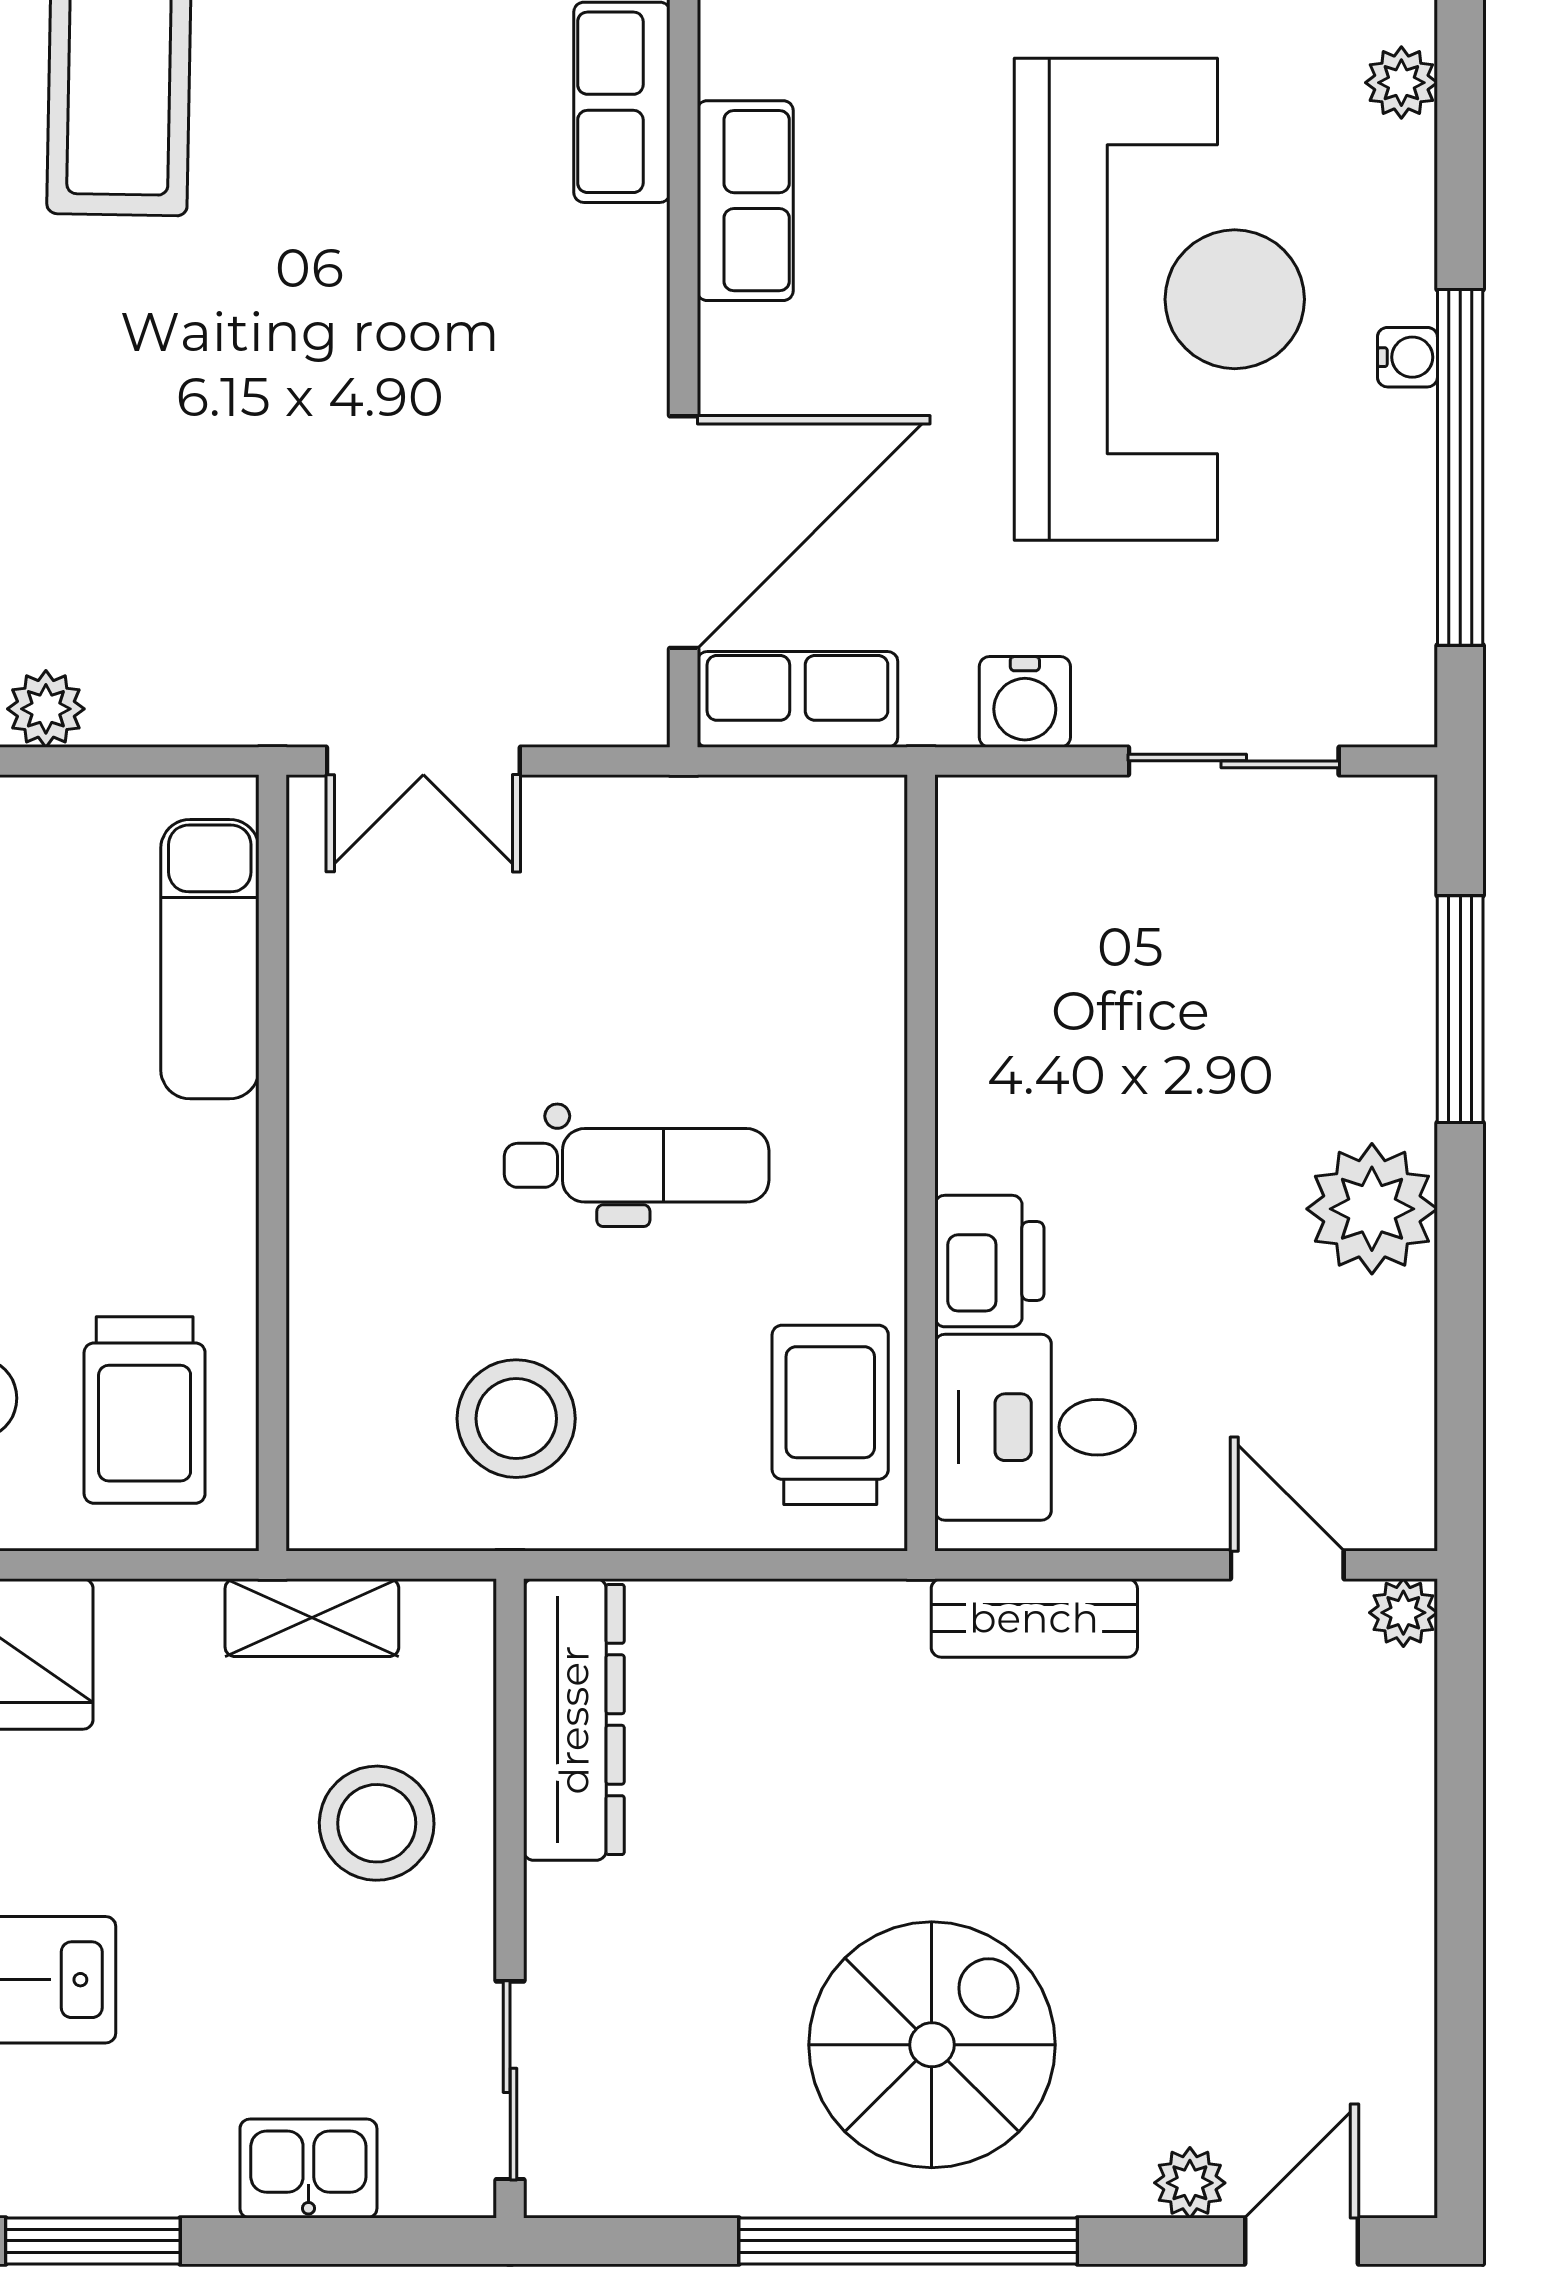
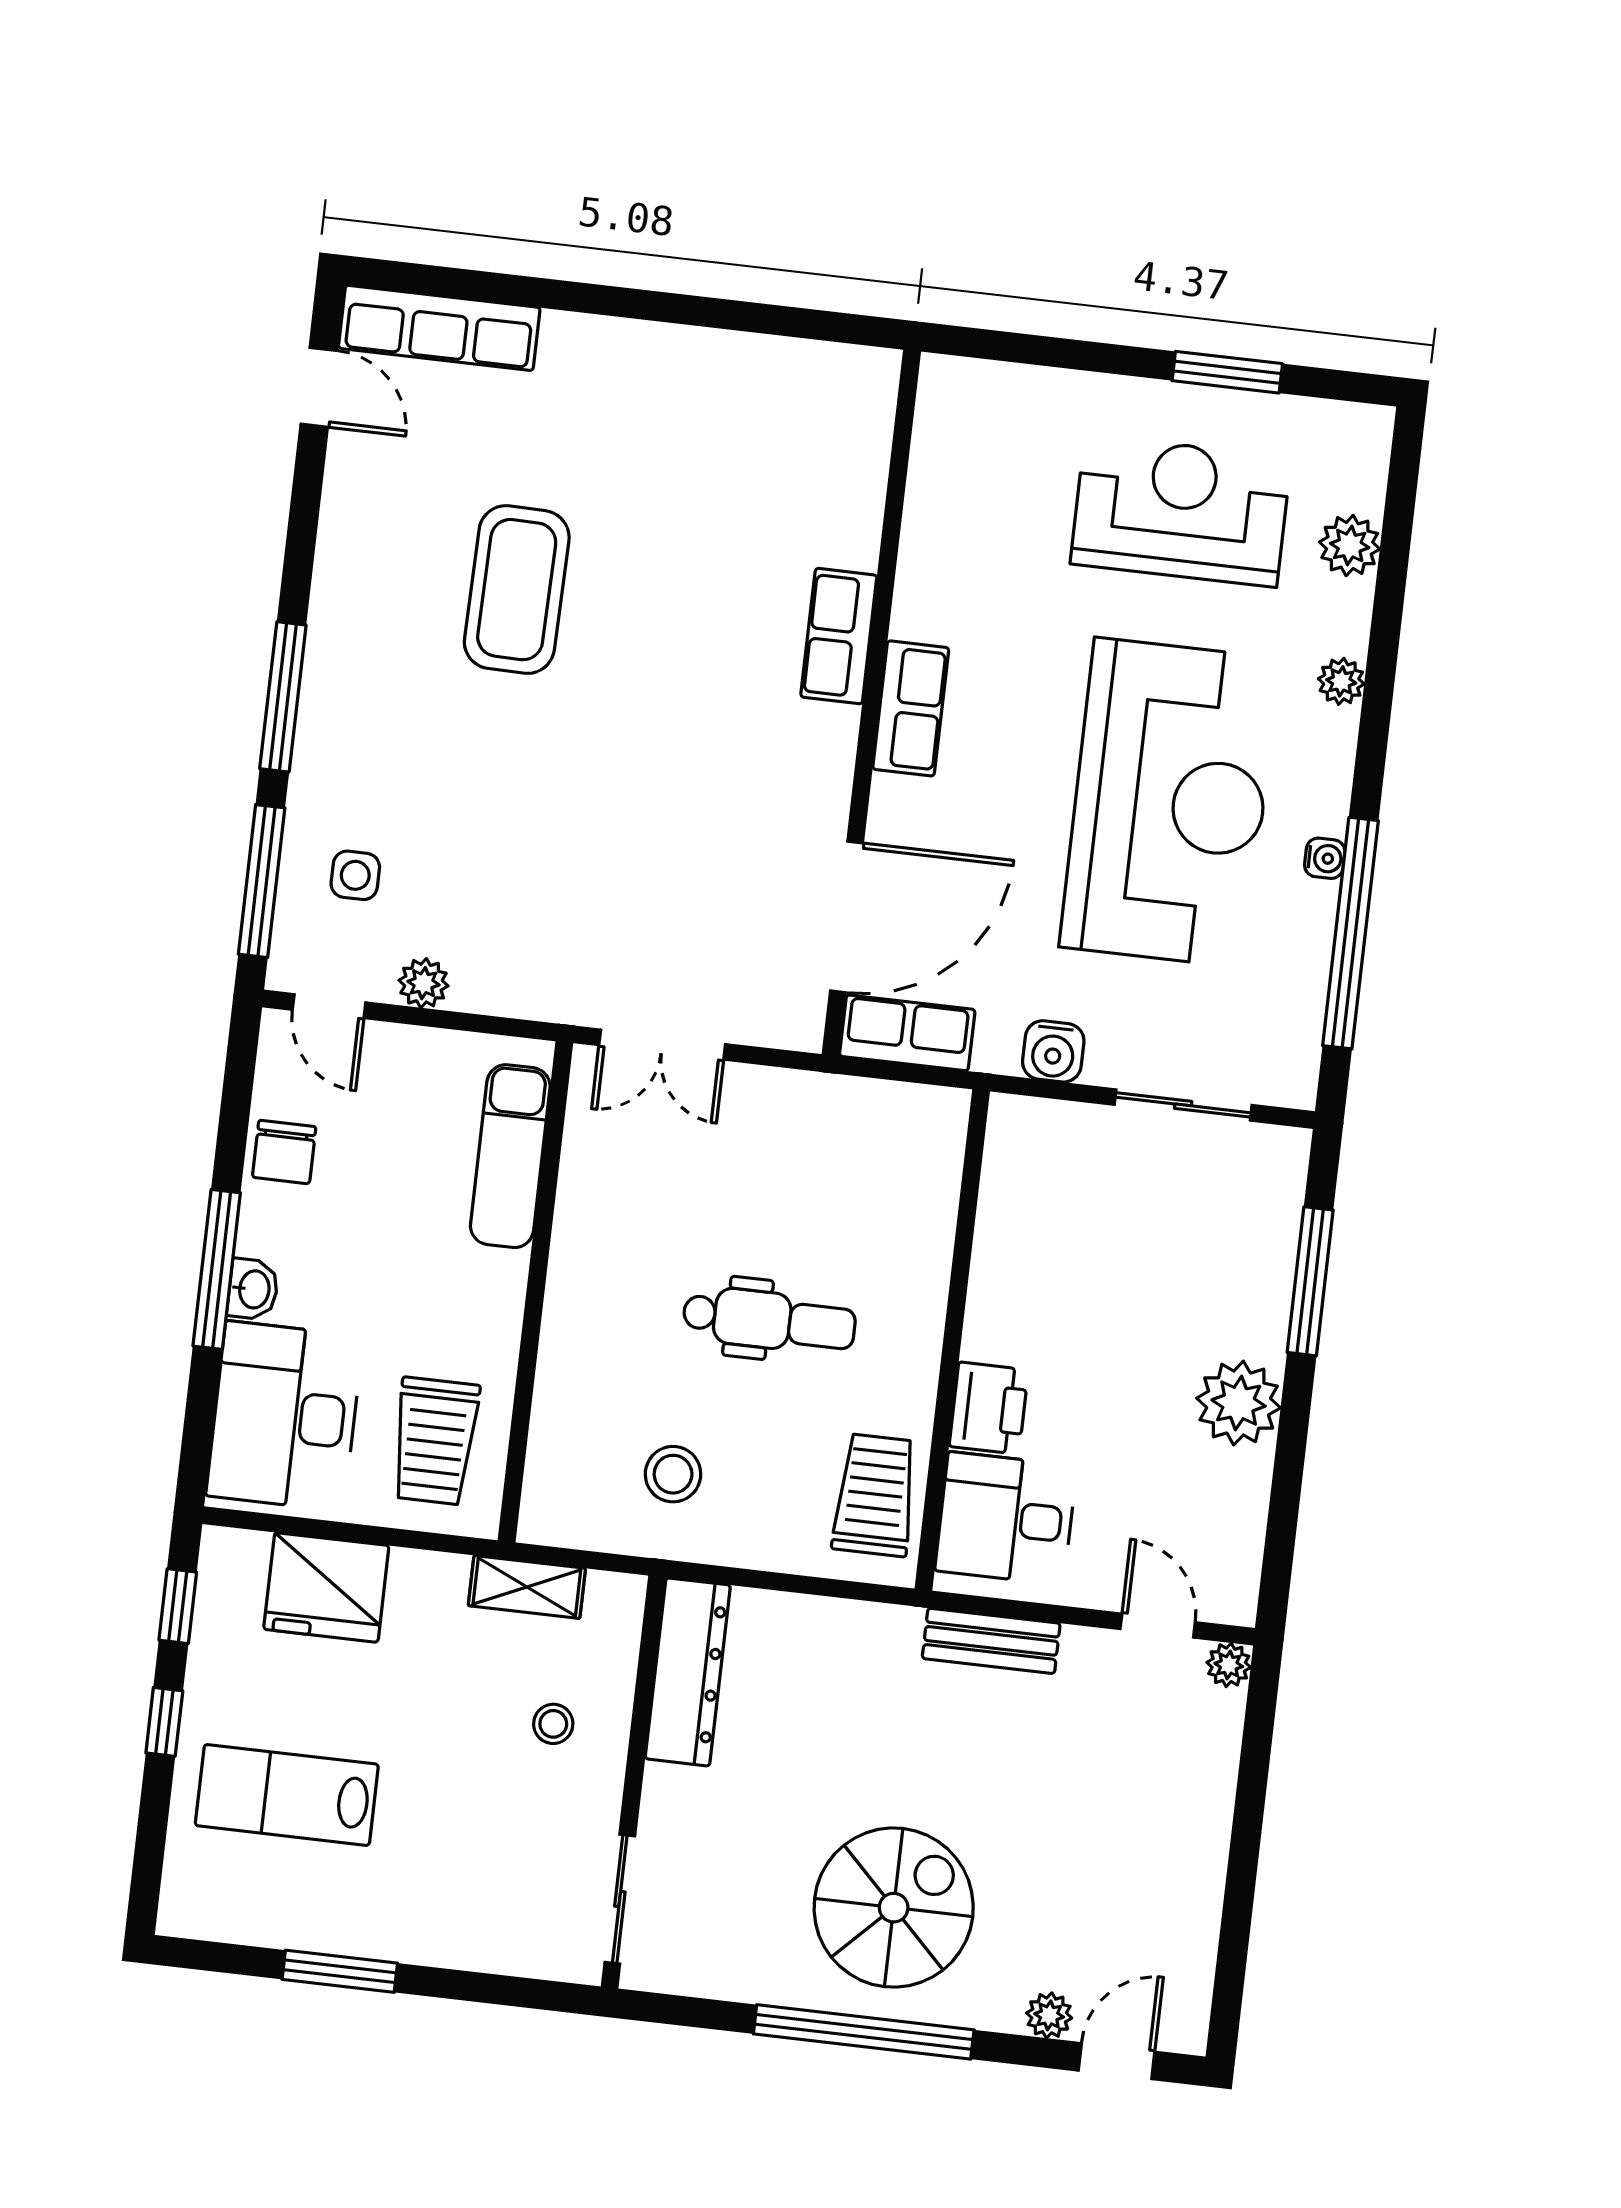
stool: (516, 1419) -> (673, 1474), width x0.73, depth x0.73
stool: (377, 1823) -> (553, 1724), width x0.53, depth x0.53
kitchen sink: (308, 2169) -> (484, 1941), removed

